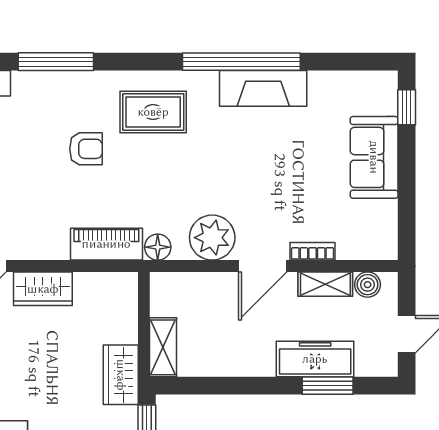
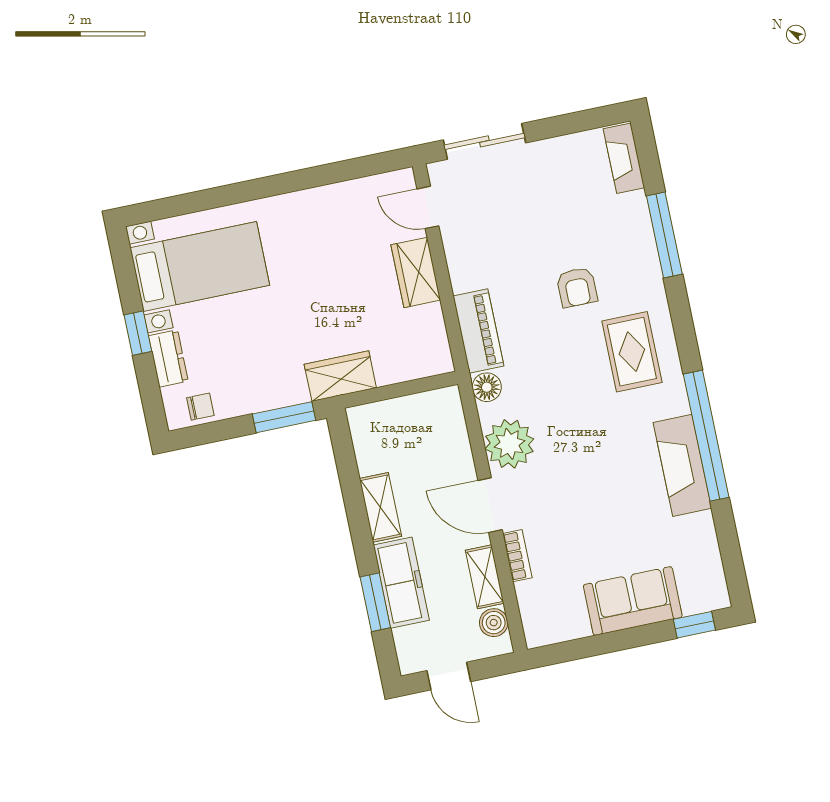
shelving: (163, 347) -> (380, 507), moved, turned 90

